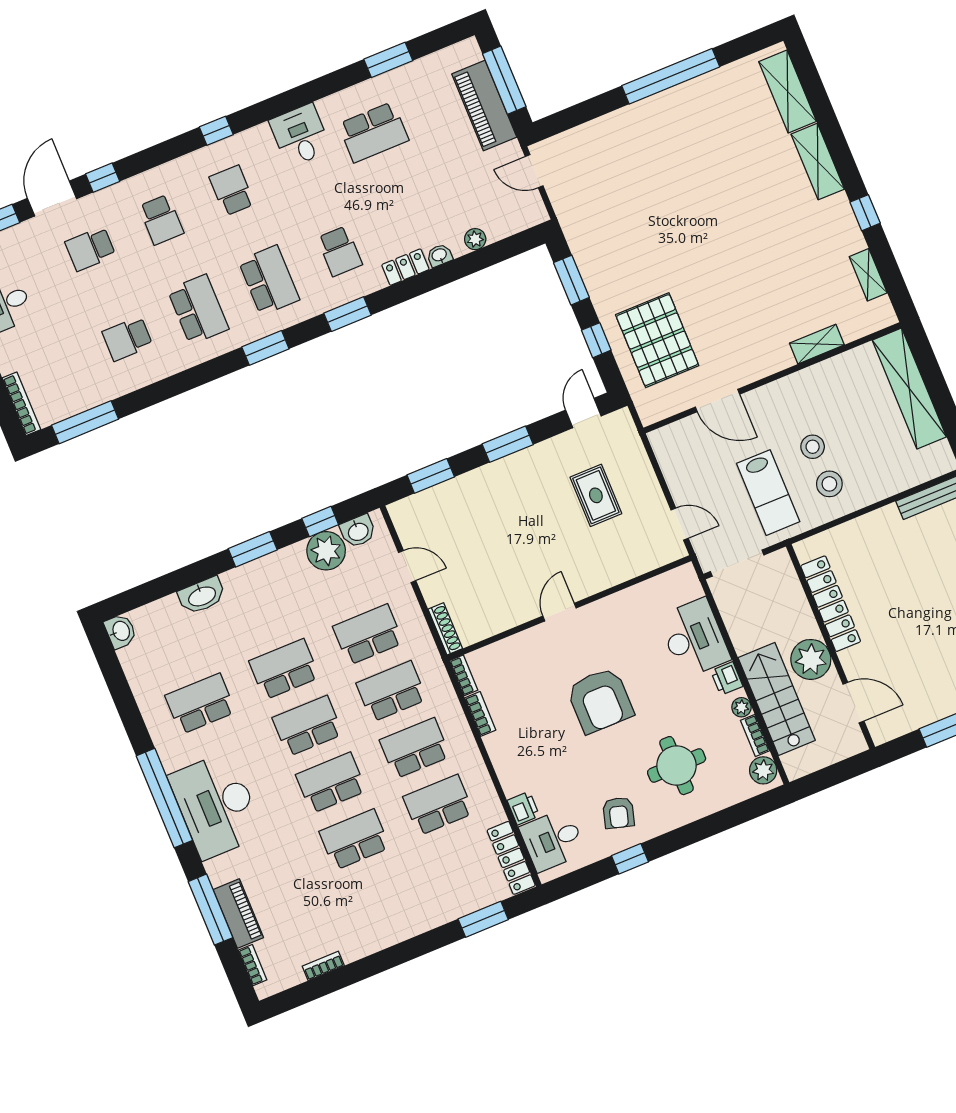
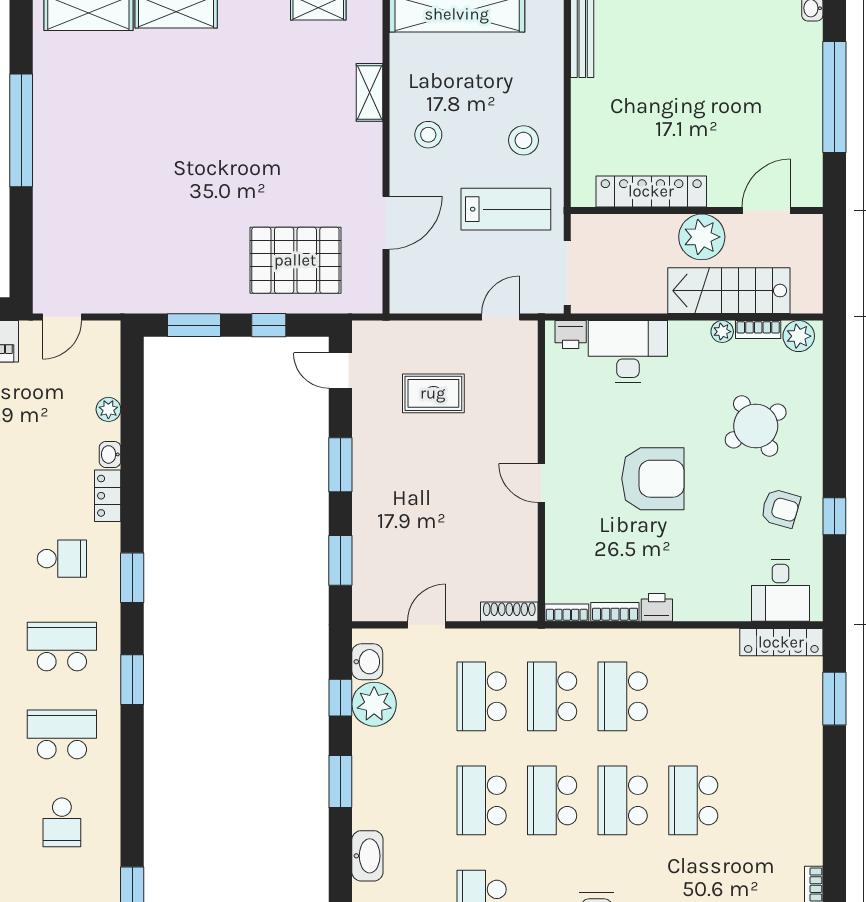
stool: (813, 447) -> (428, 135), moved
printer: (727, 678) -> (571, 335), moved
round table: (677, 766) -> (756, 426), turned -32
school desk: (438, 805) -> (693, 696), removed
printer: (523, 808) -> (657, 607), moved

